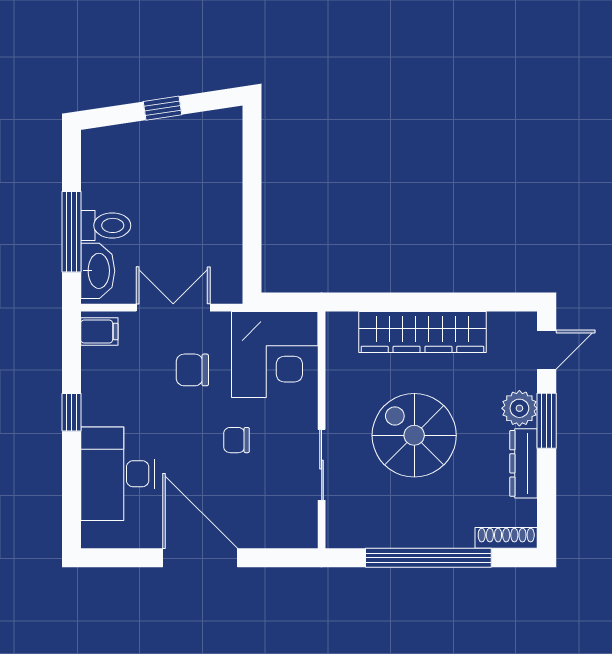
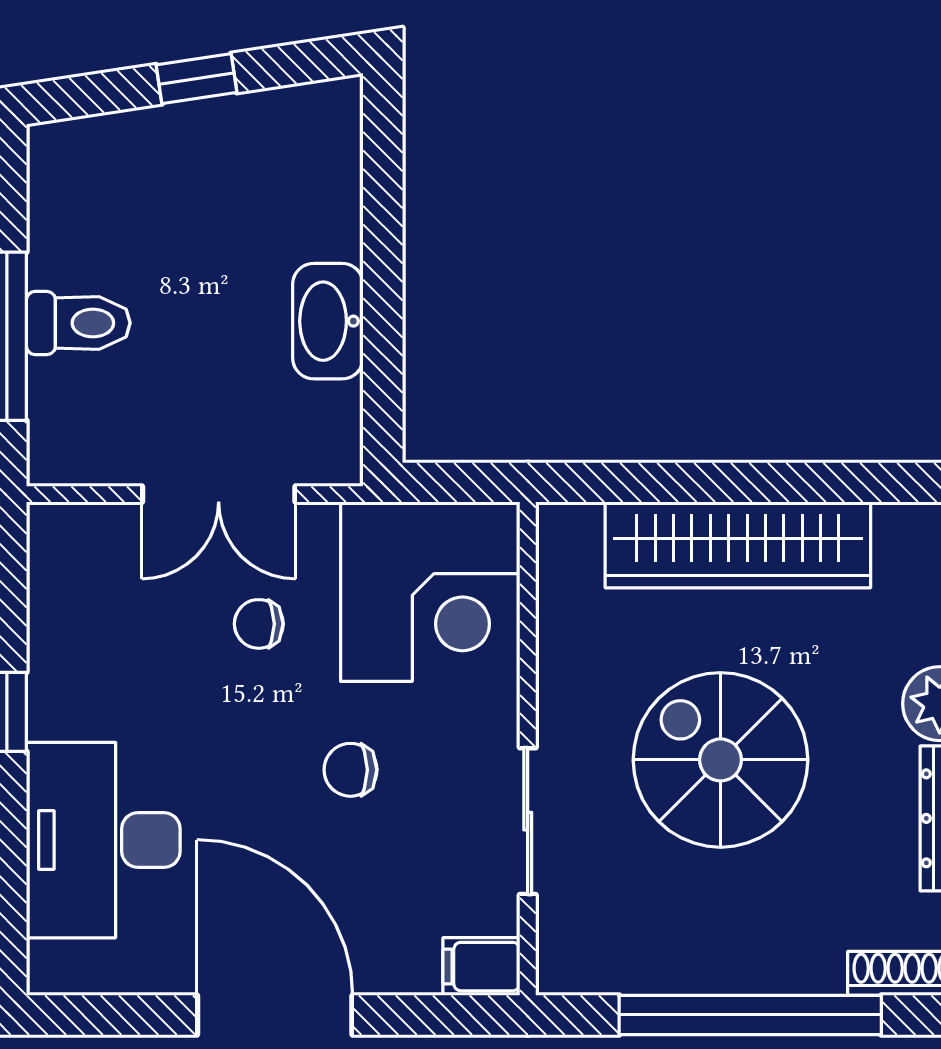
washbasin: (98, 271) -> (328, 321), moved, turned 180
double door: (173, 308) -> (219, 494), swing flipped
filing cabinet: (99, 332) -> (481, 967), moved, turned 180
chair: (192, 370) -> (259, 624), width x0.73, depth x0.73

